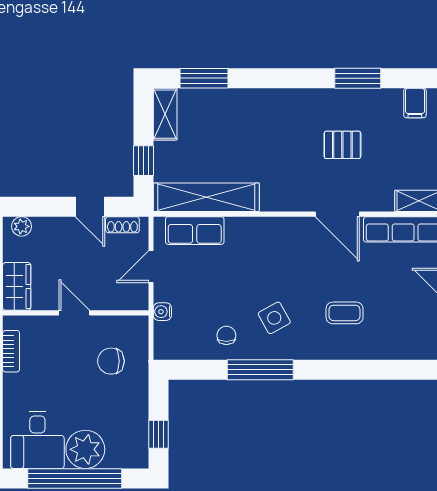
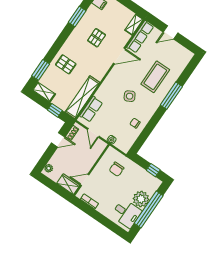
pallet: (249, 120) -> (66, 64), added
door: (74, 313) -> (85, 180), moved
coffee table: (345, 313) -> (155, 77), width x1.86, depth x1.72
side table: (274, 318) -> (130, 96), moved
window: (260, 370) -> (171, 96), moved

